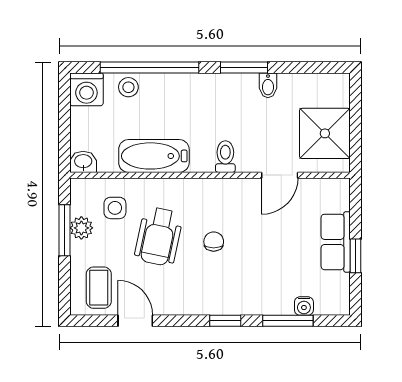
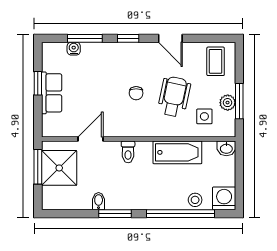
window: (356, 135) -> (38, 167), added
door: (135, 321) -> (170, 38), moved

